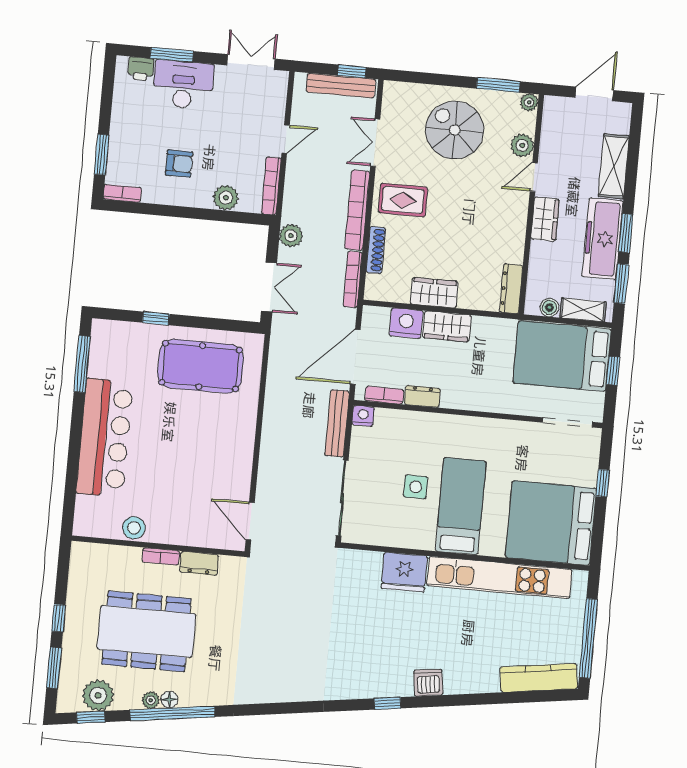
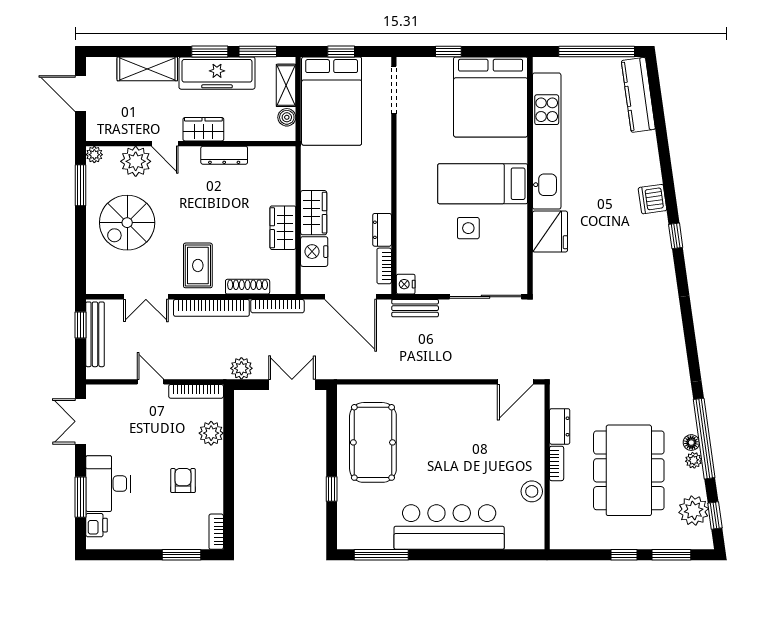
plant: (522, 145) -> (136, 161), width x1.36, depth x1.36
dresser: (511, 289) -> (224, 155), moved
bench: (337, 423) -> (415, 308), width x0.73

